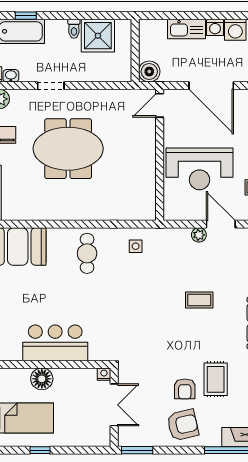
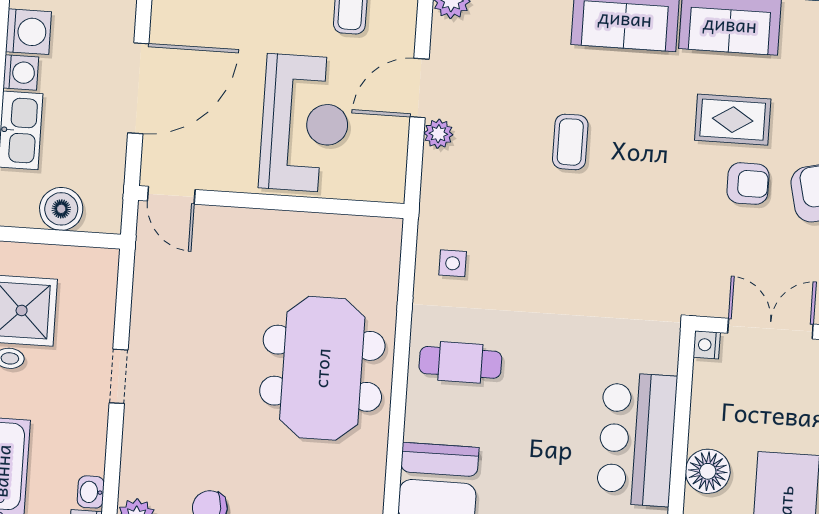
boiler: (149, 72) -> (61, 209), moved
doorway: (51, 86) -> (119, 376), moved
meeting table: (68, 149) -> (322, 368), moved

